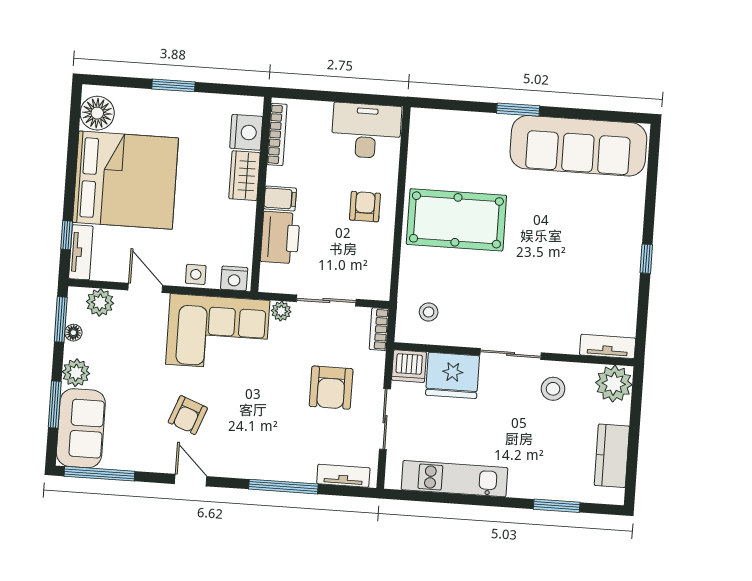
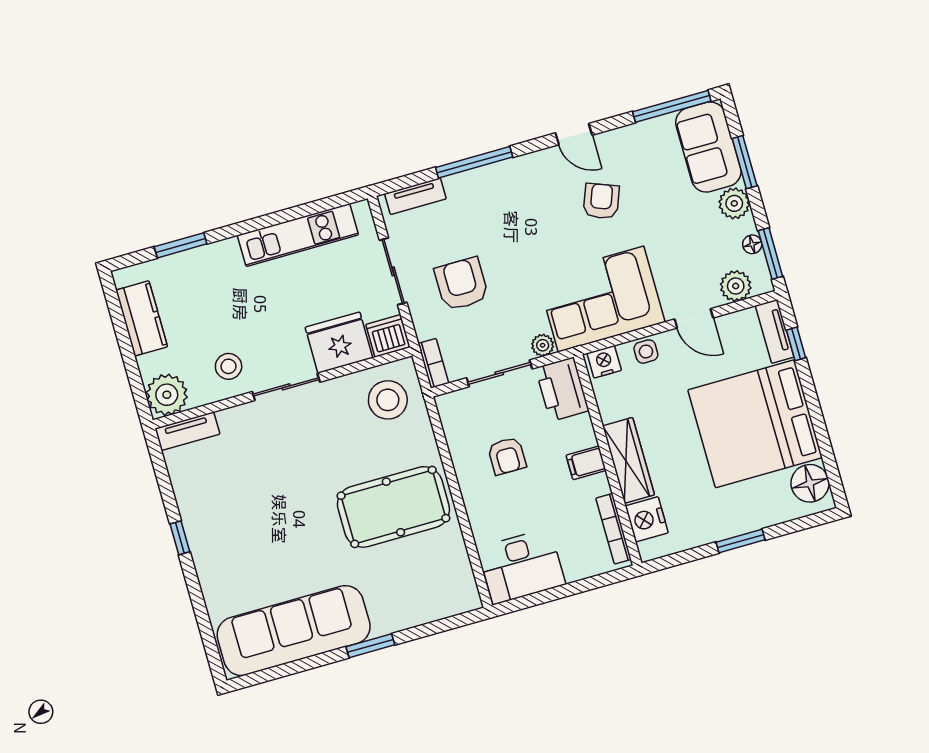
wardrobe: (245, 176) -> (628, 460), width x1.50
armchair: (365, 207) -> (507, 456), moved
printer: (280, 238) -> (562, 389), moved
stool: (429, 312) -> (388, 400), width x1.89, depth x1.89

